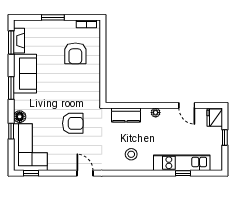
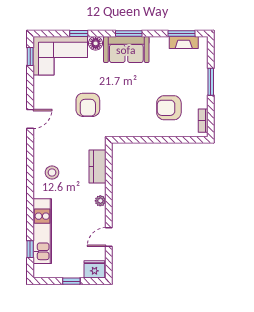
sofa: (25, 74) -> (126, 50), moved
window: (183, 173) -> (30, 249), moved

